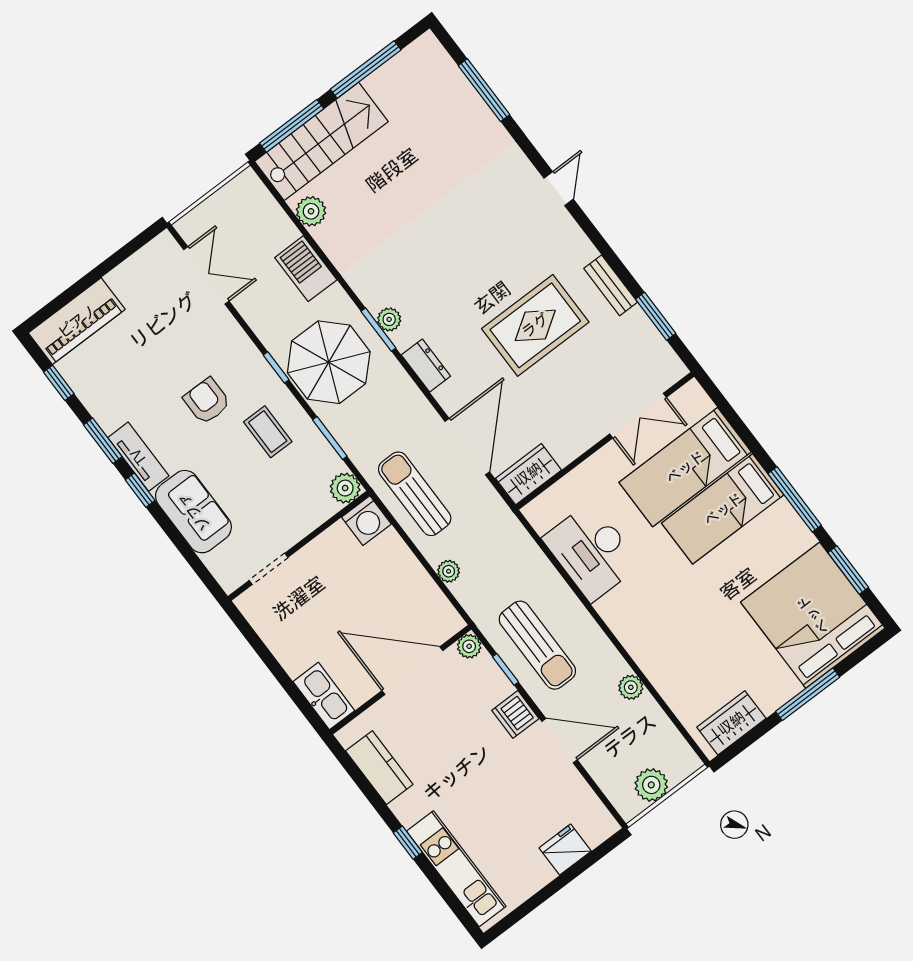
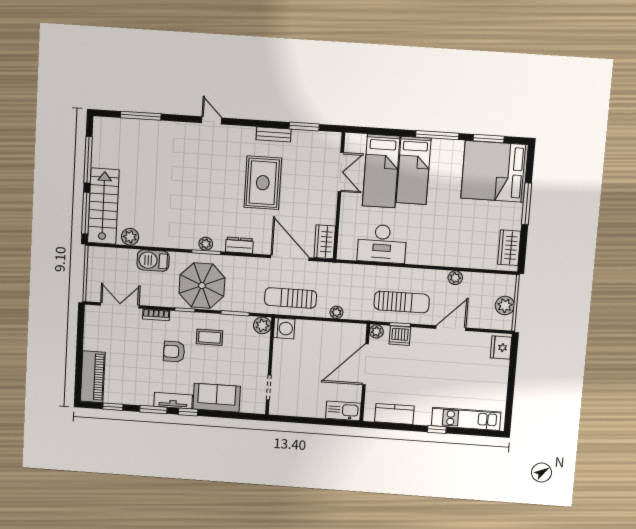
bookcase: (236, 335) -> (156, 315), added
dishwasher: (515, 714) -> (400, 336), moved
fridge: (565, 850) -> (501, 348), moved

